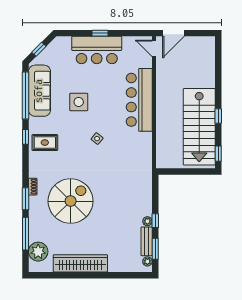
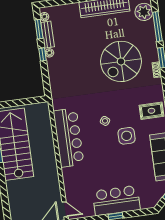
bar counter: (139, 100) -> (69, 138), moved
side table: (79, 102) -> (127, 136), moved

